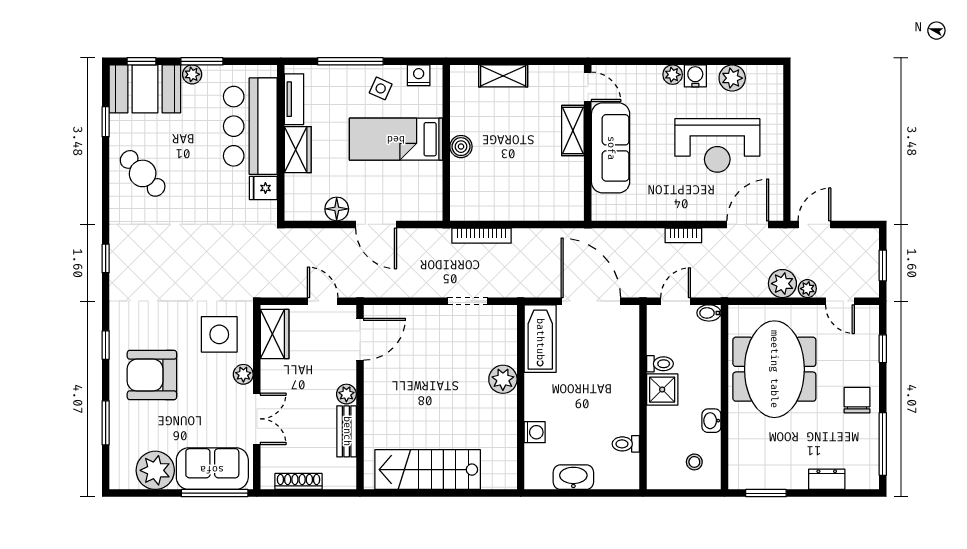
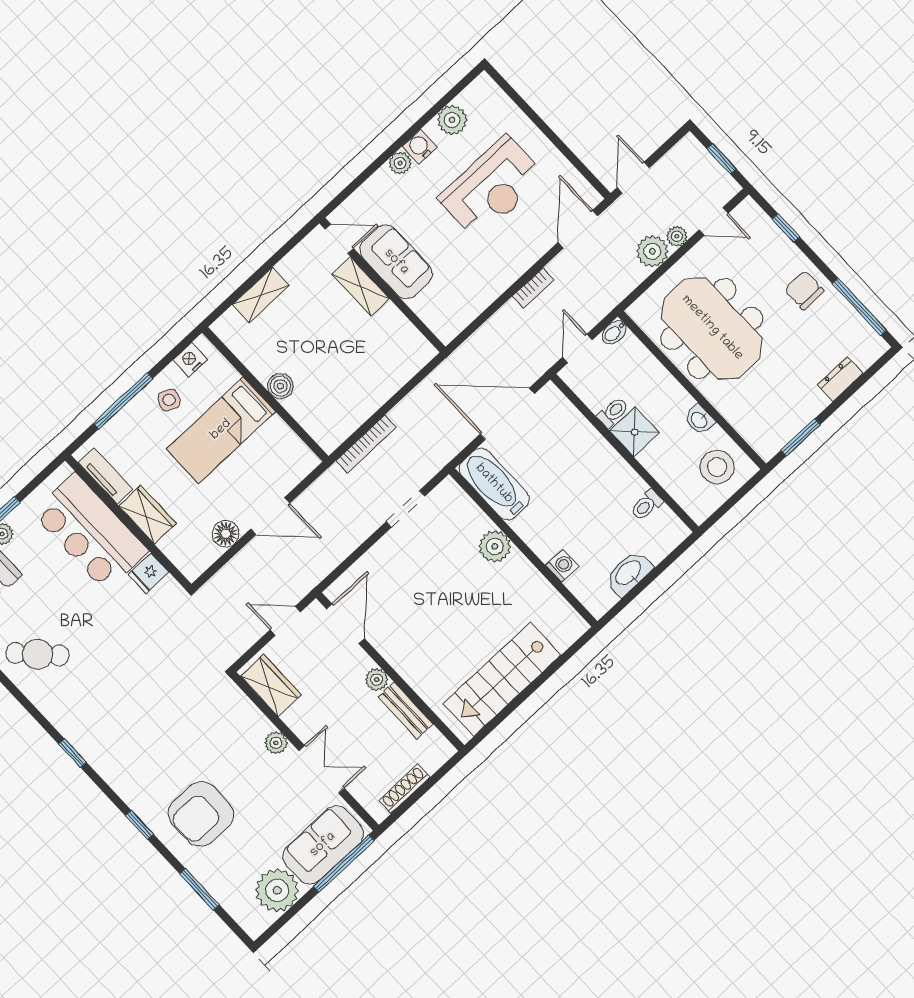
sofa: (611, 148) -> (396, 262), width x0.73
side table: (219, 334) -> (225, 728), removed
stool: (694, 462) -> (717, 467), width x1.89, depth x1.89

